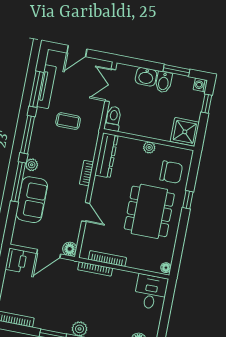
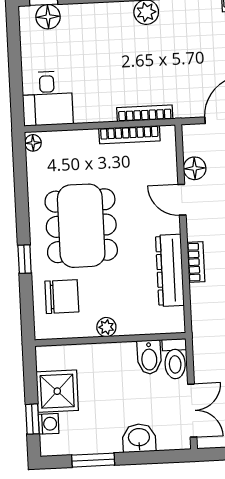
bidet: (164, 82) -> (149, 357), moved, turned 180
washing machine: (200, 85) -> (49, 424), moved
shower: (185, 132) -> (57, 391), moved
dresser: (106, 155) -> (170, 270), moved
chair: (171, 172) -> (62, 297), turned 180
floor lamp: (70, 249) -> (195, 168), moved

